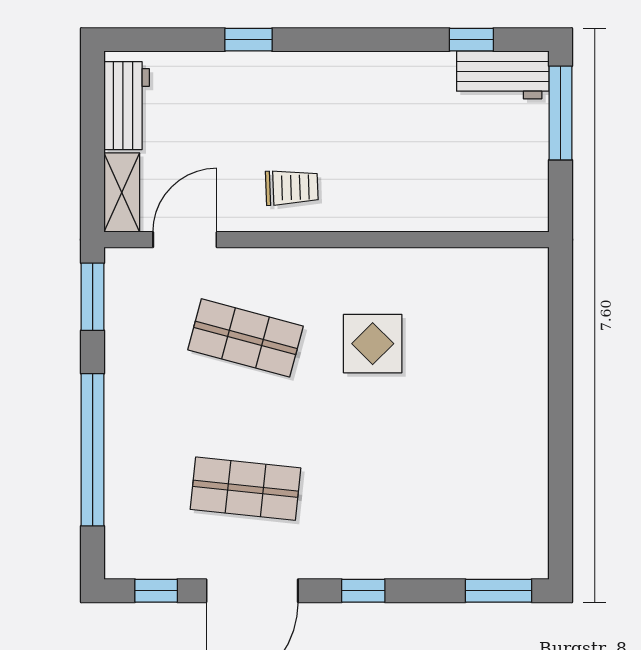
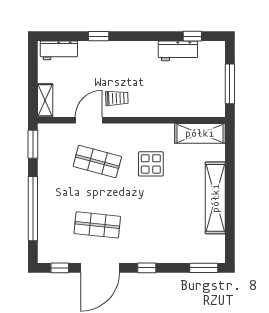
workbench: (503, 75) -> (178, 51), moved
workbench: (127, 106) -> (59, 50), moved, turned 90
window: (561, 113) -> (230, 84), moved
door: (185, 240) -> (89, 120), moved
shelving: (490, 271) -> (200, 133), added
shelving: (526, 424) -> (215, 198), added

